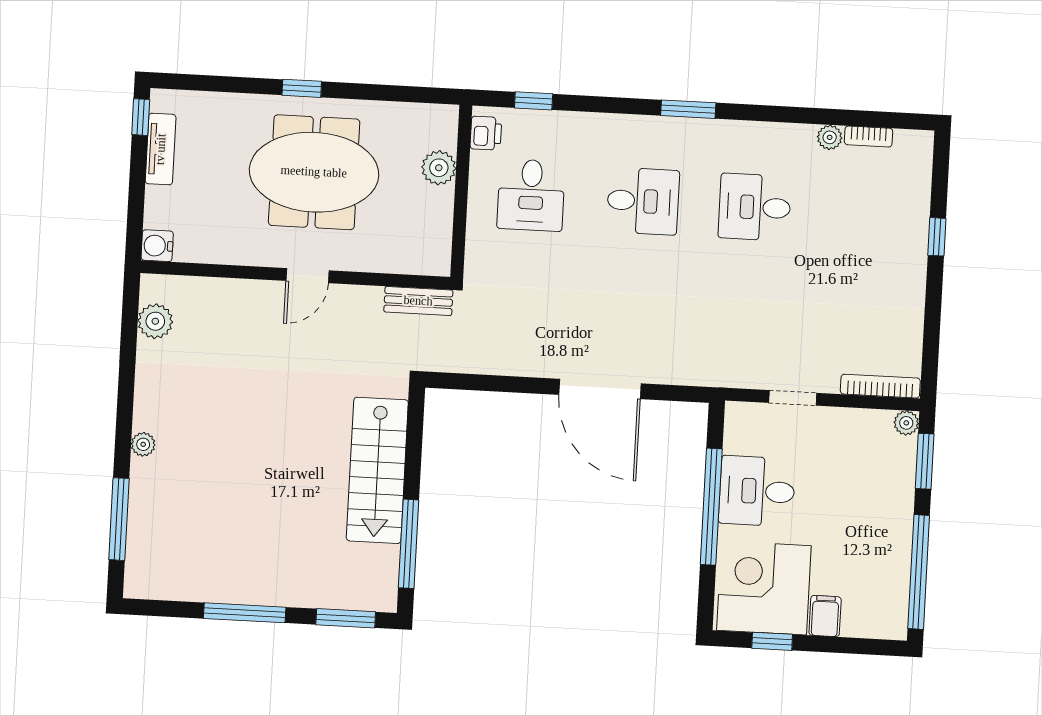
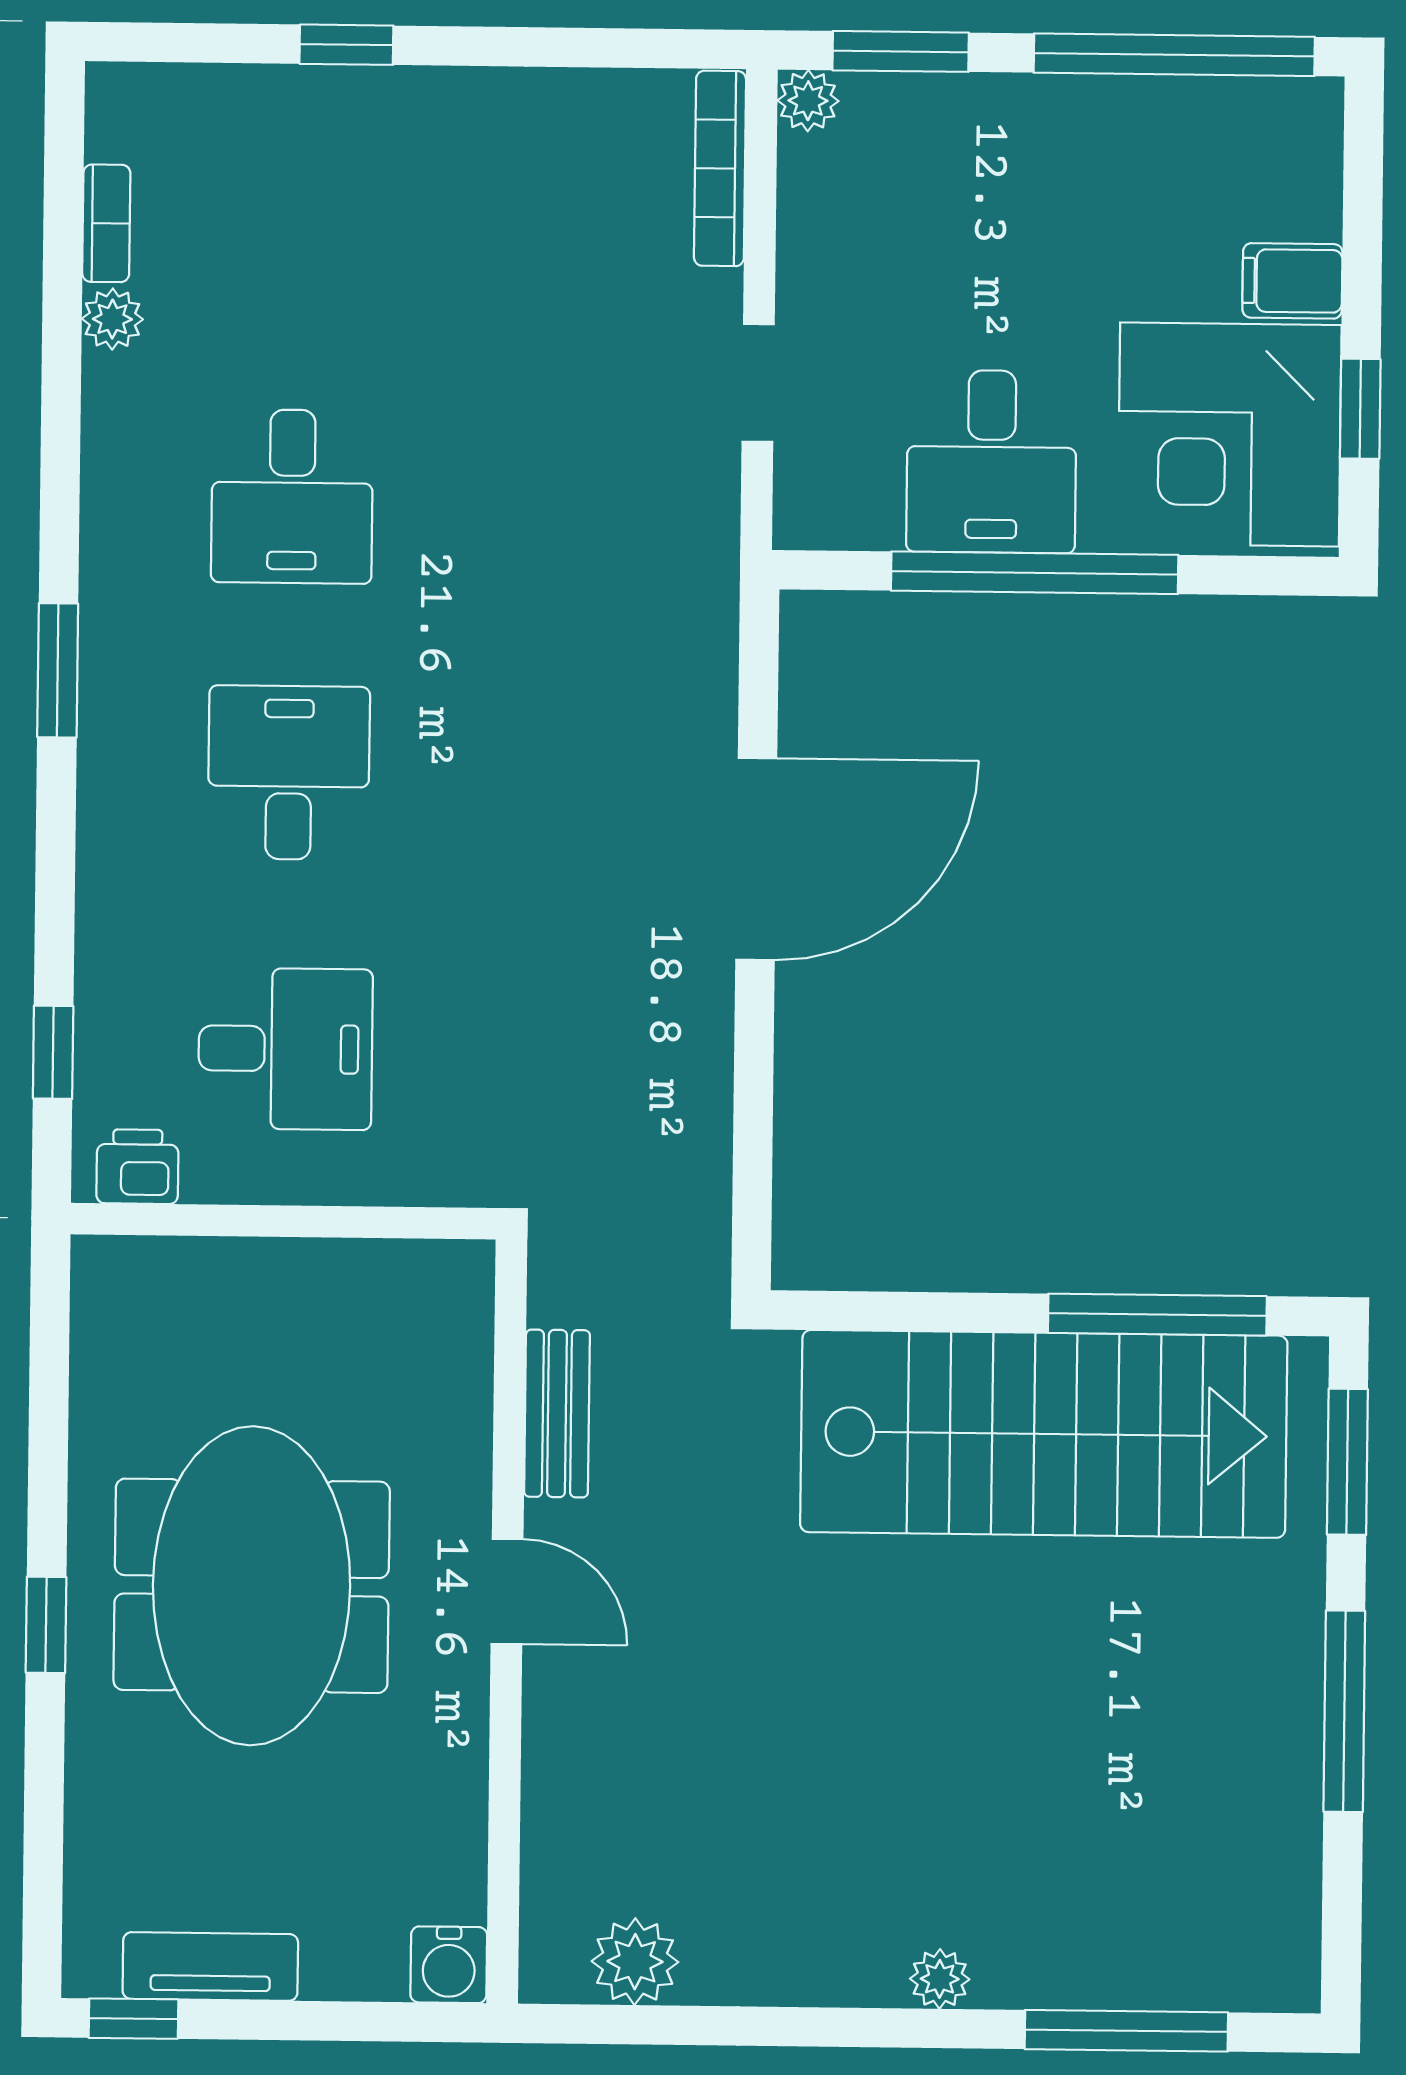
plant: (439, 168) -> (228, 1279), removed
bench: (418, 301) -> (557, 1413), moved
stairs: (377, 470) -> (1044, 1434), width x1.36, depth x1.51

